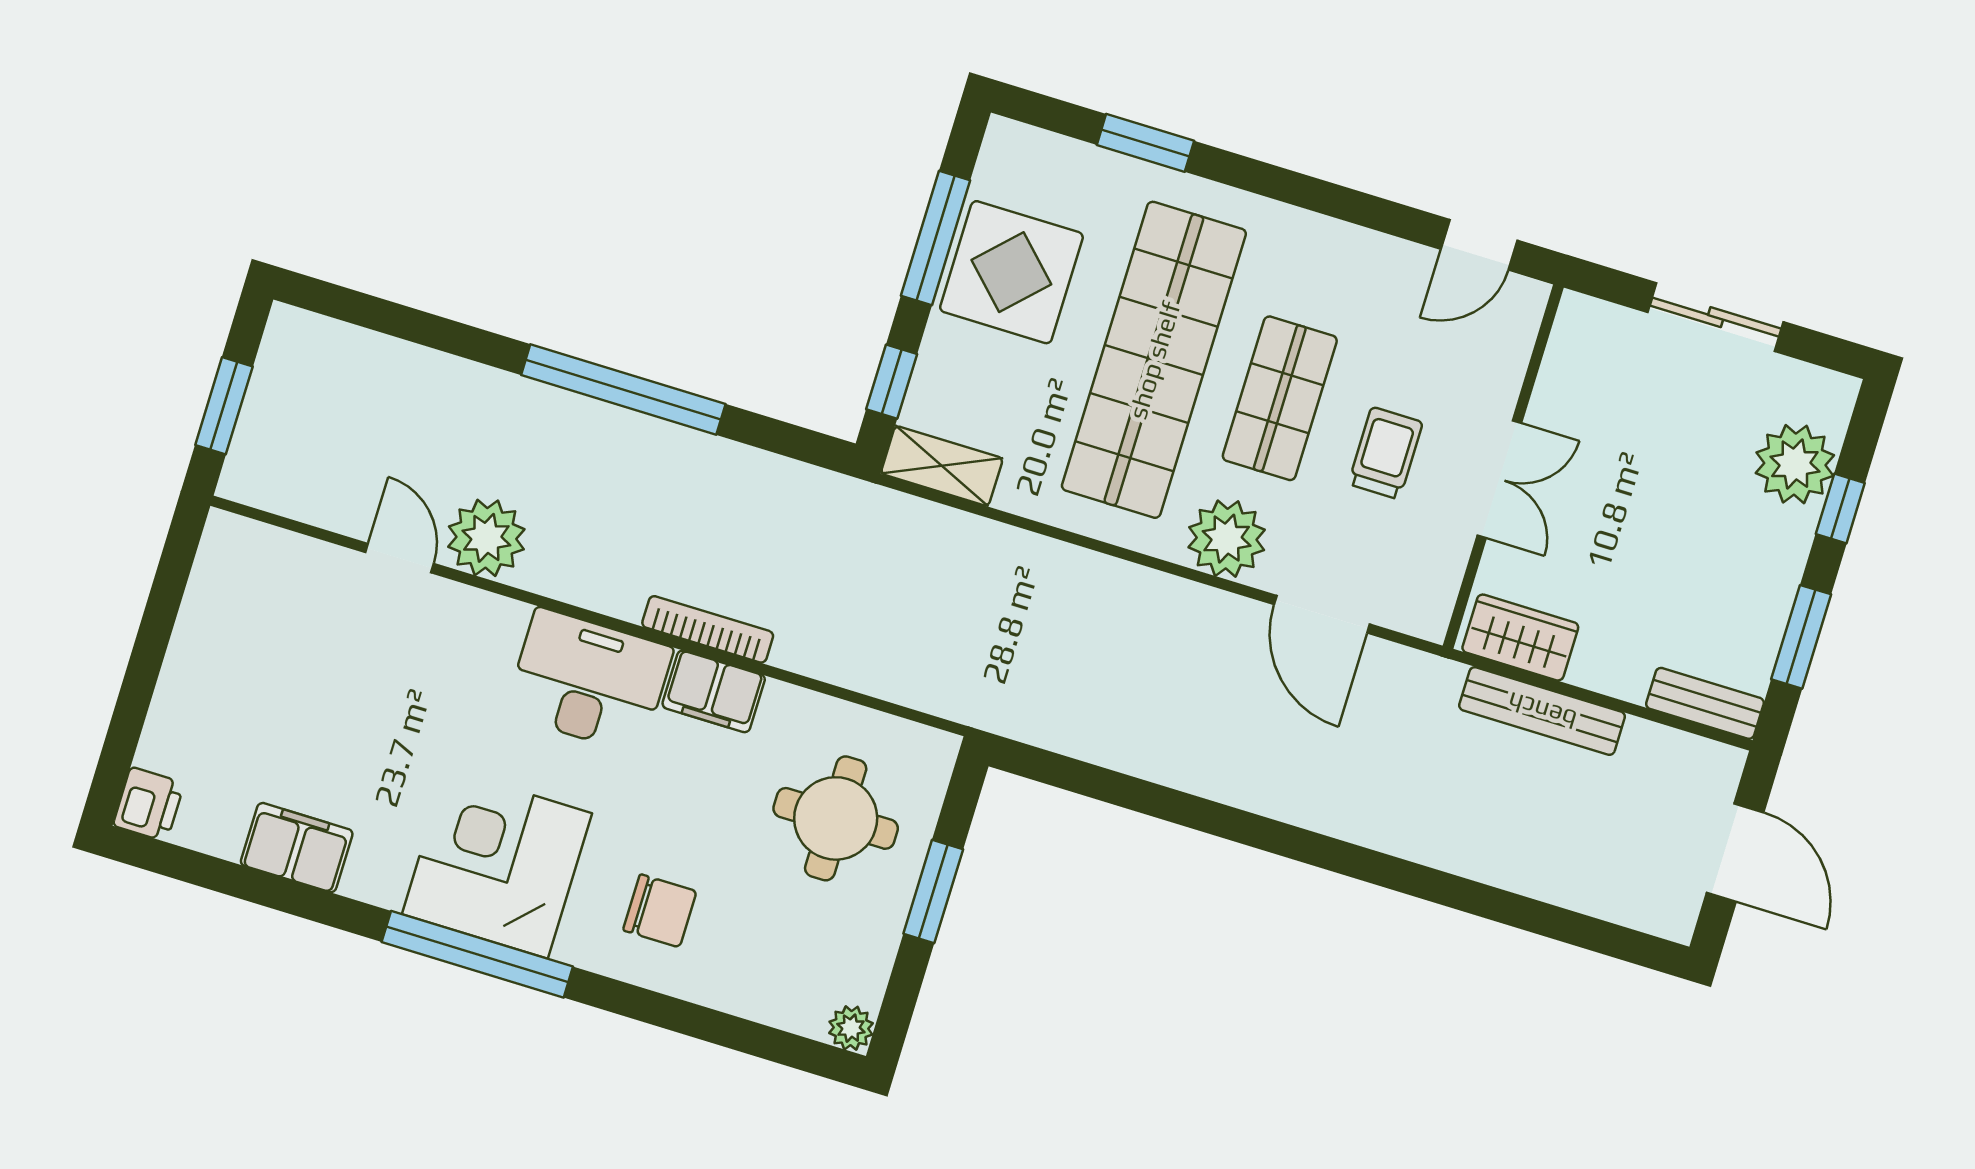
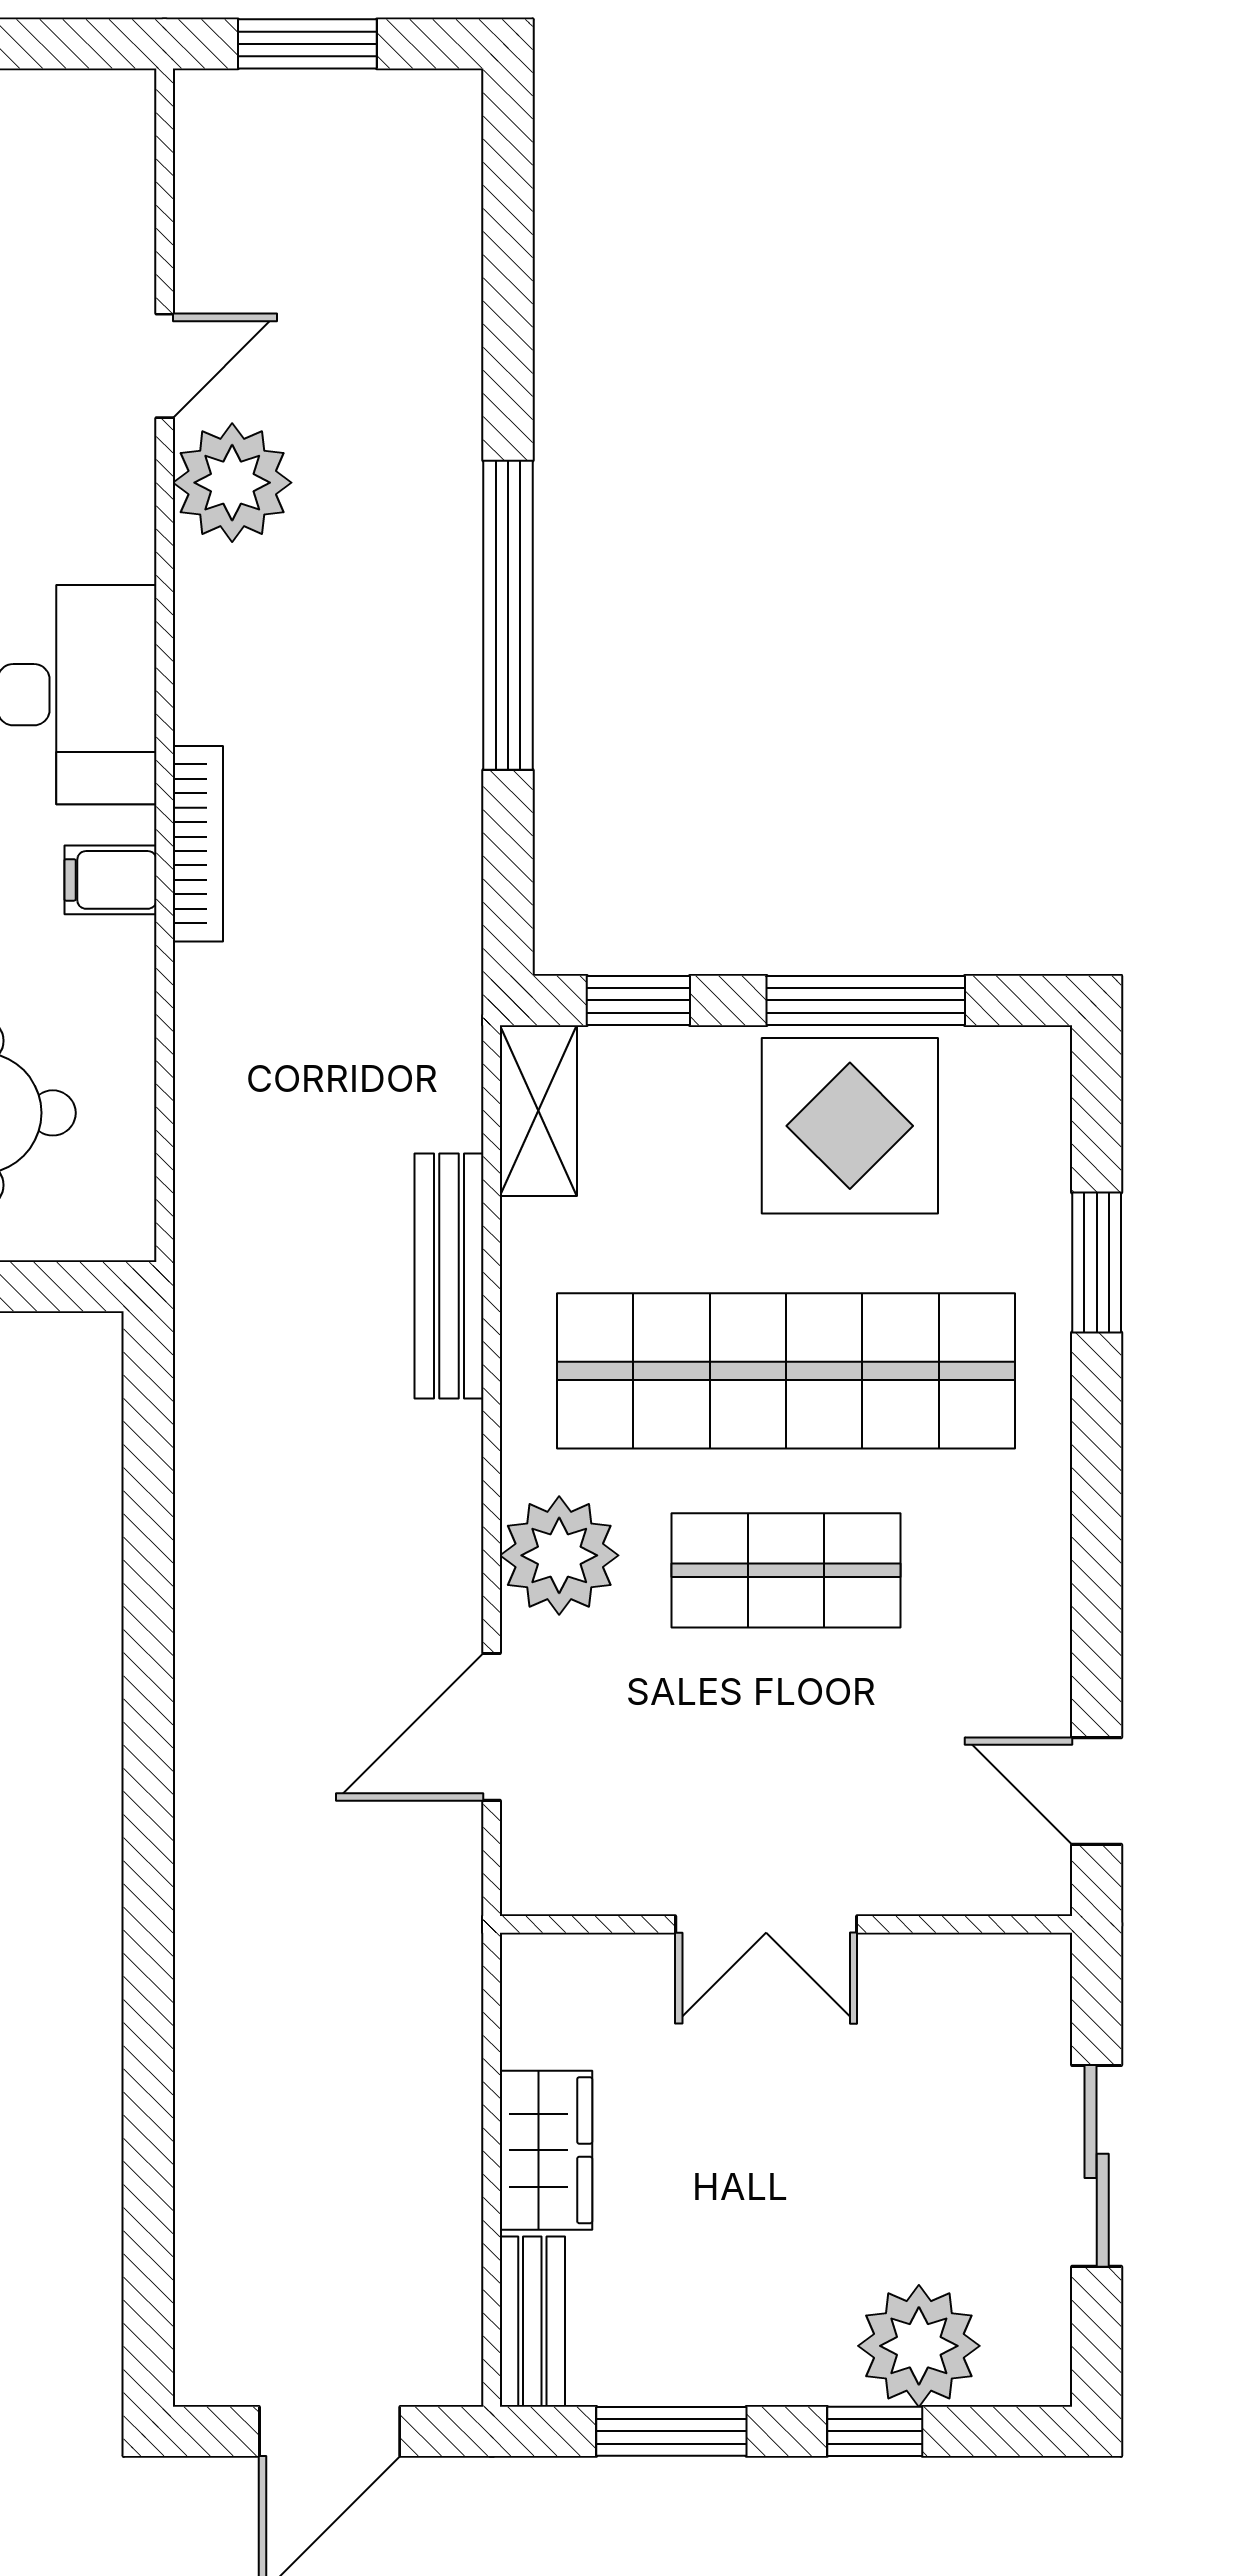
trolley: (1385, 453) -> (753, 1748), removed
wardrobe: (1520, 638) -> (546, 2150), moved
filing cabinet: (714, 691) -> (110, 880), width x0.50
bench: (1542, 711) -> (449, 1276), moved

